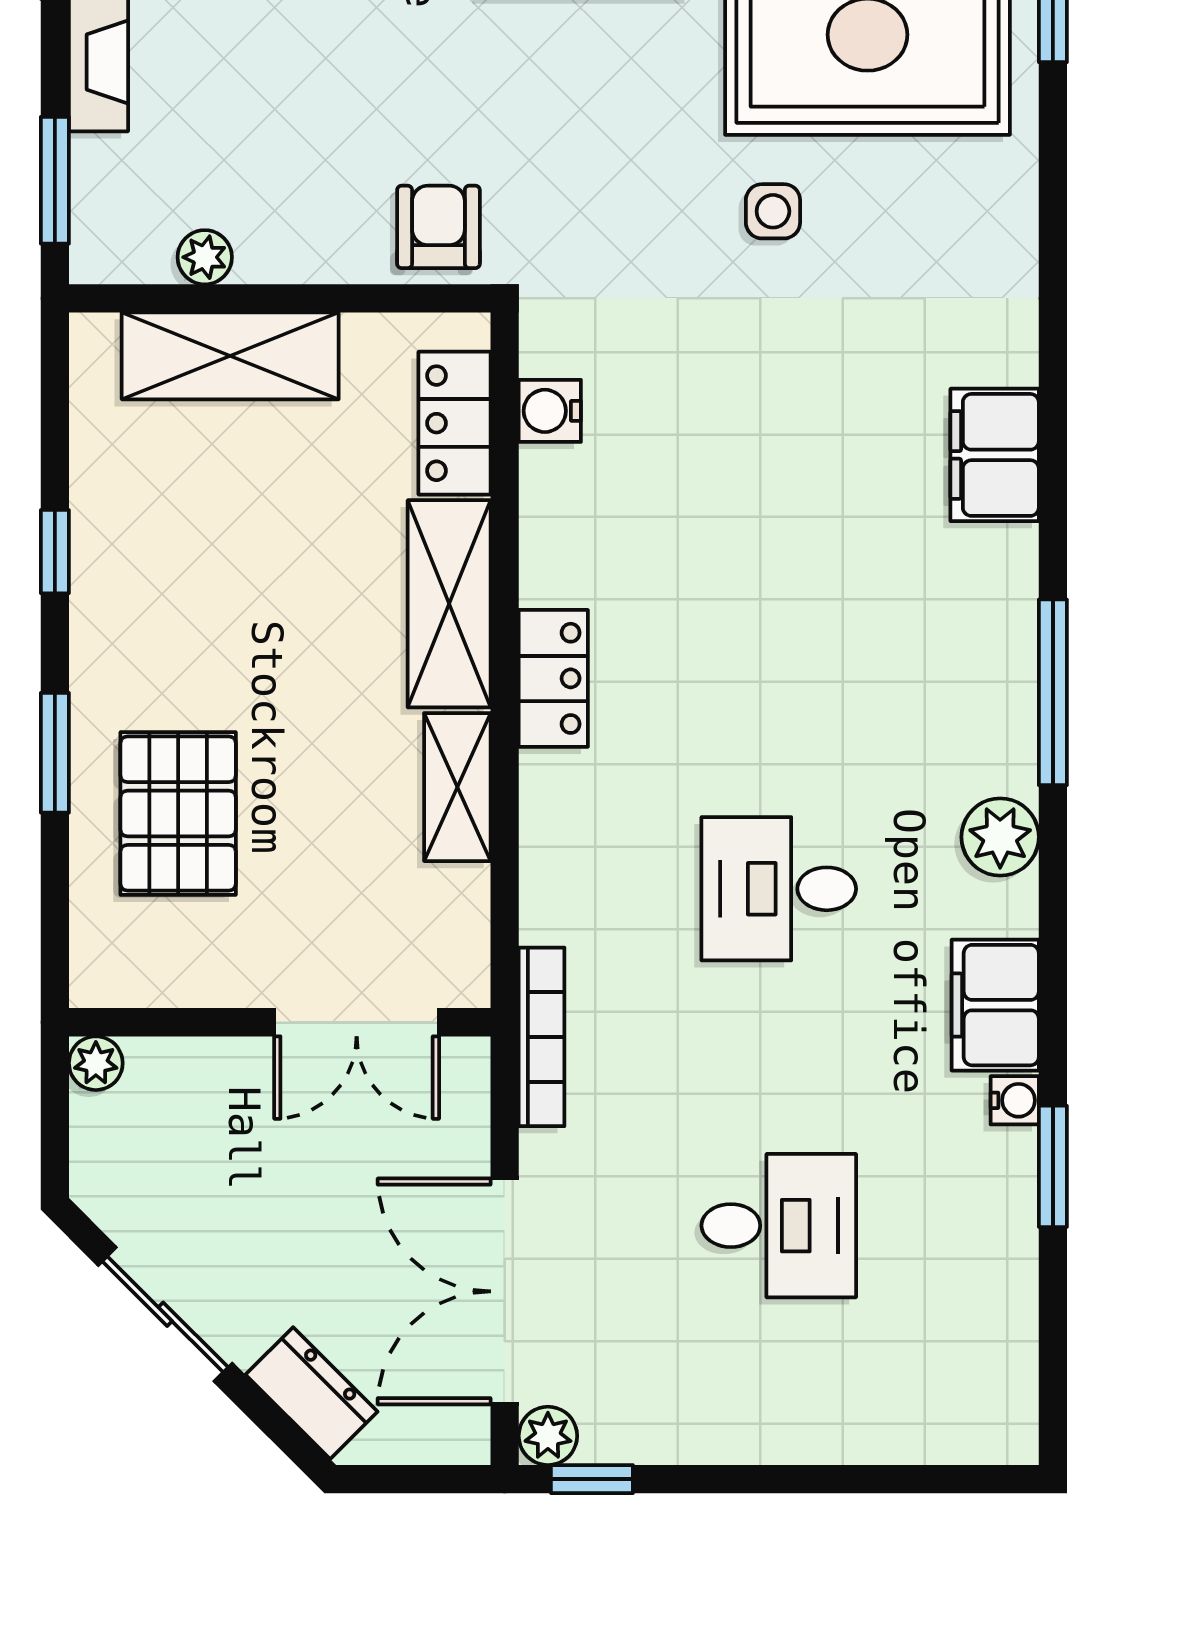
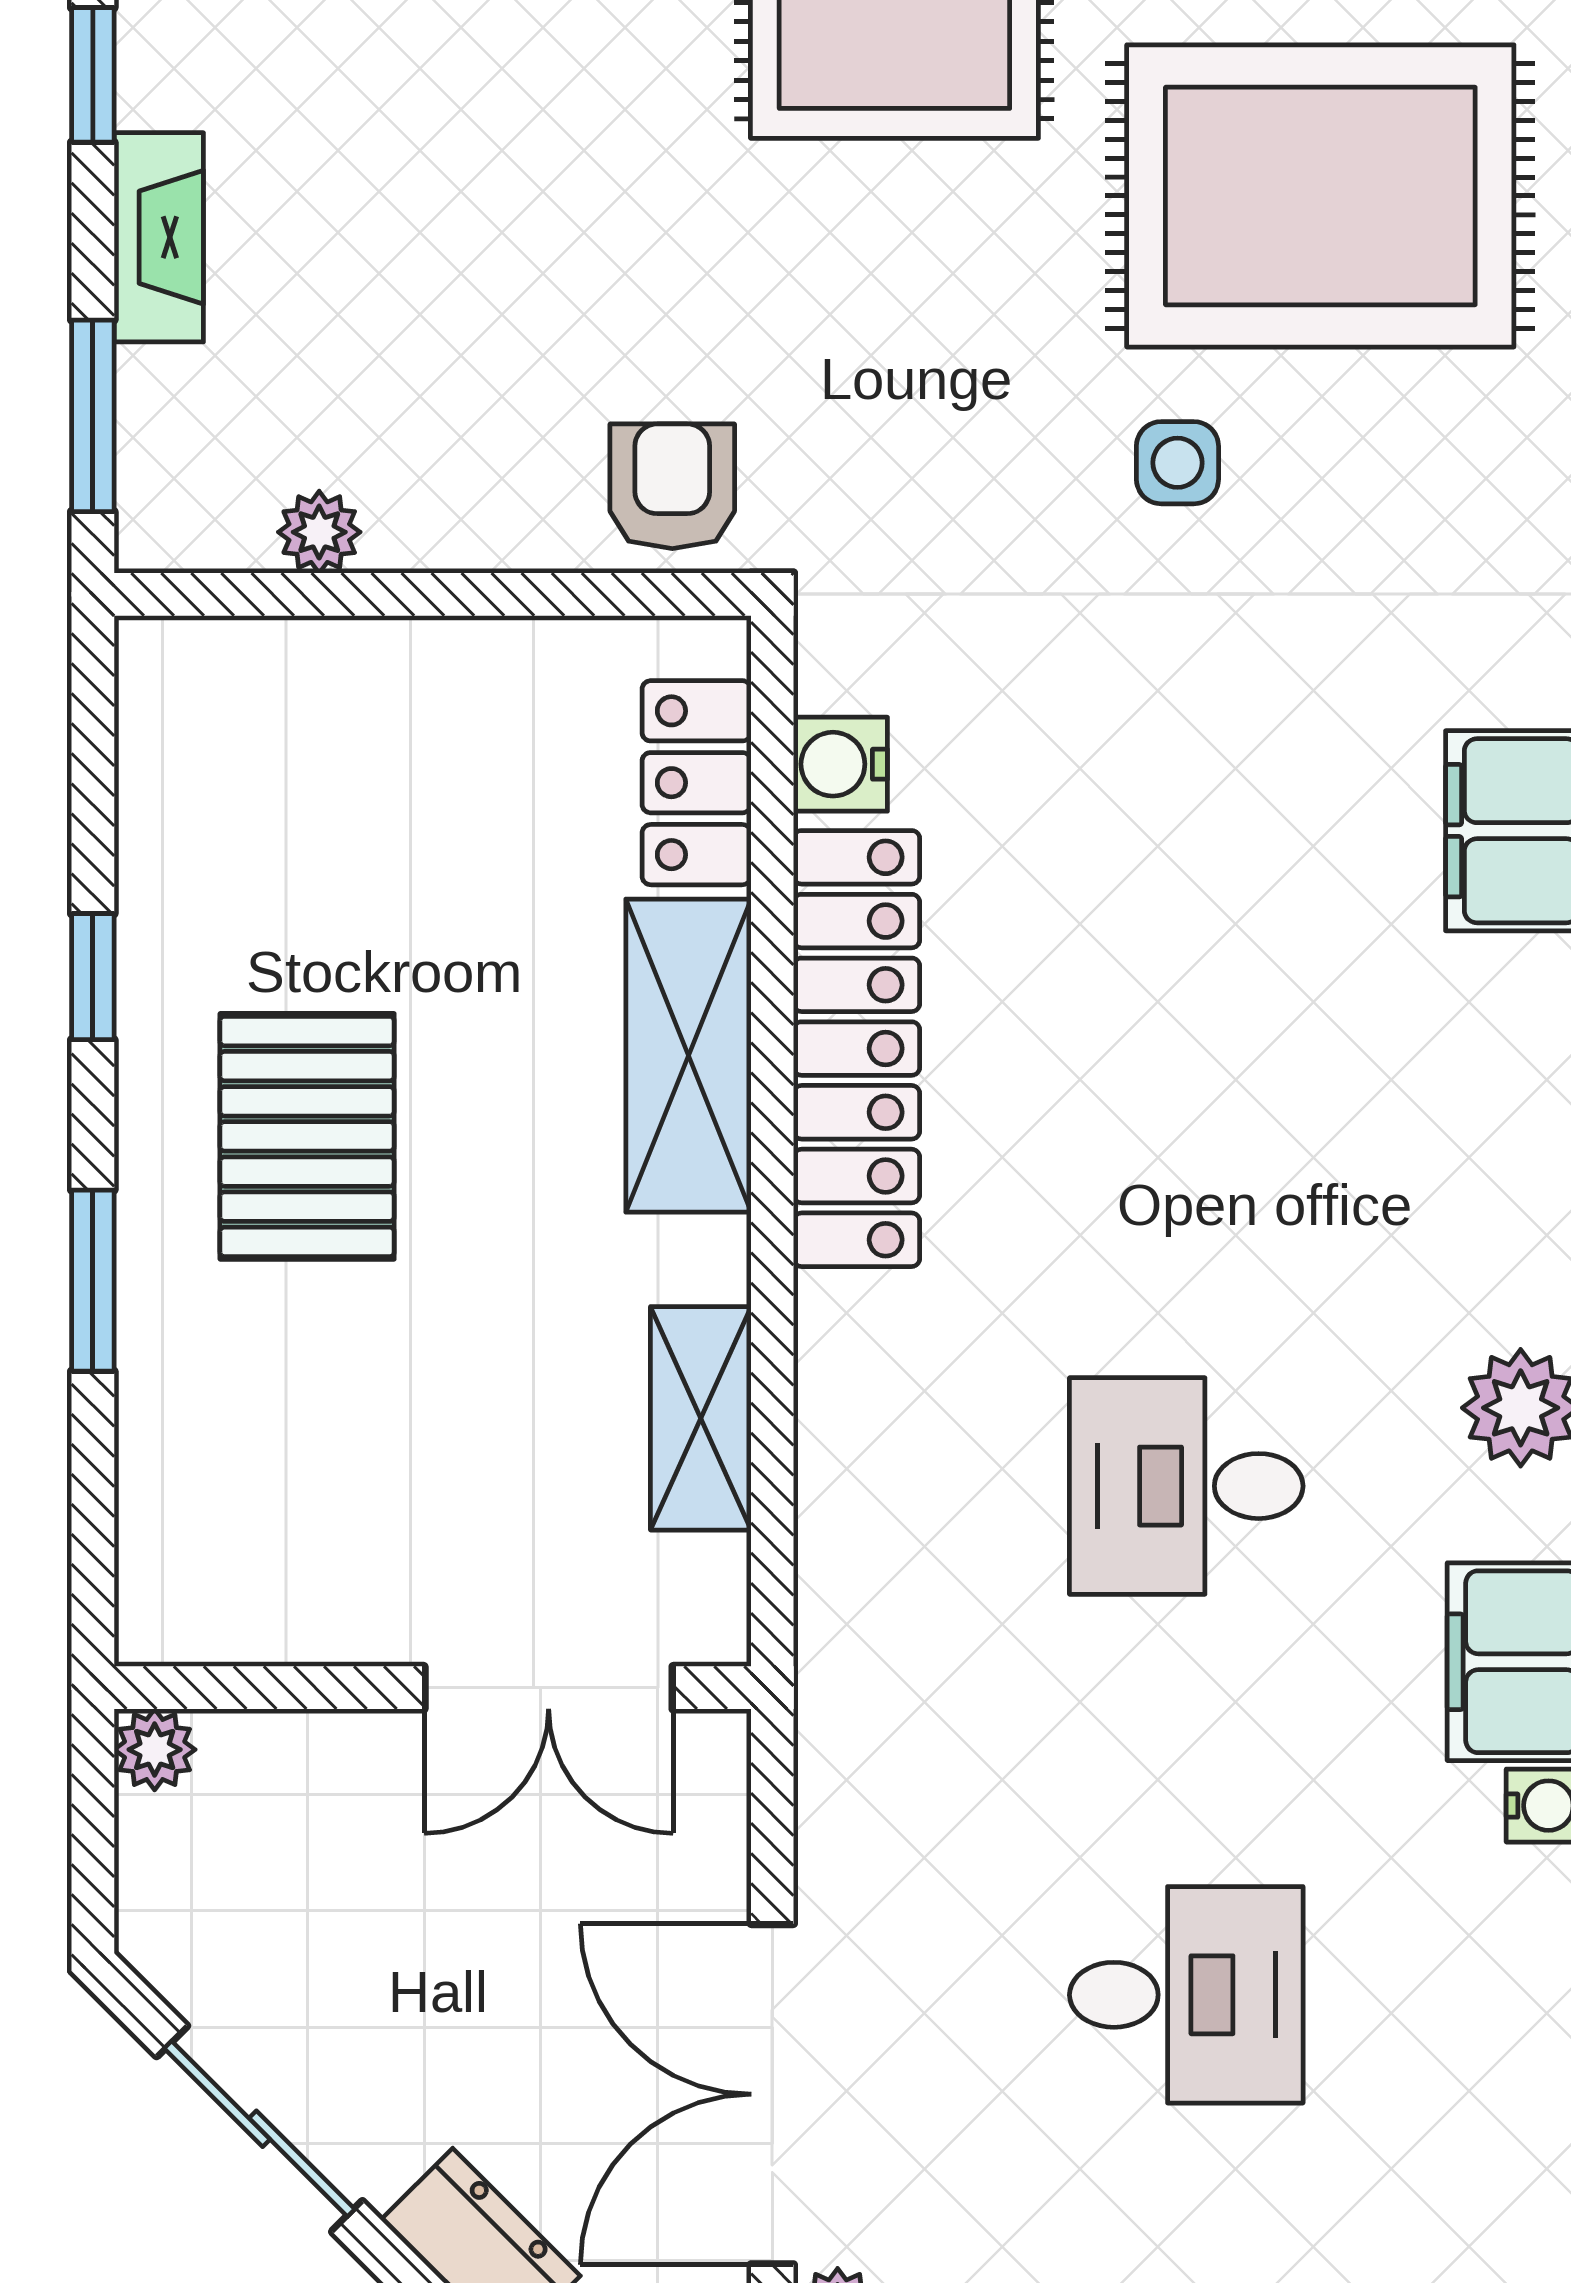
shelving: (230, 356) -> (358, 681), removed
locker: (553, 678) -> (857, 1049), width x2.16, depth x1.21
shelving: (457, 787) -> (701, 1418), moved
pallet: (178, 814) -> (307, 1136), moved
bookcase: (542, 1037) -> (828, 1710), removed

